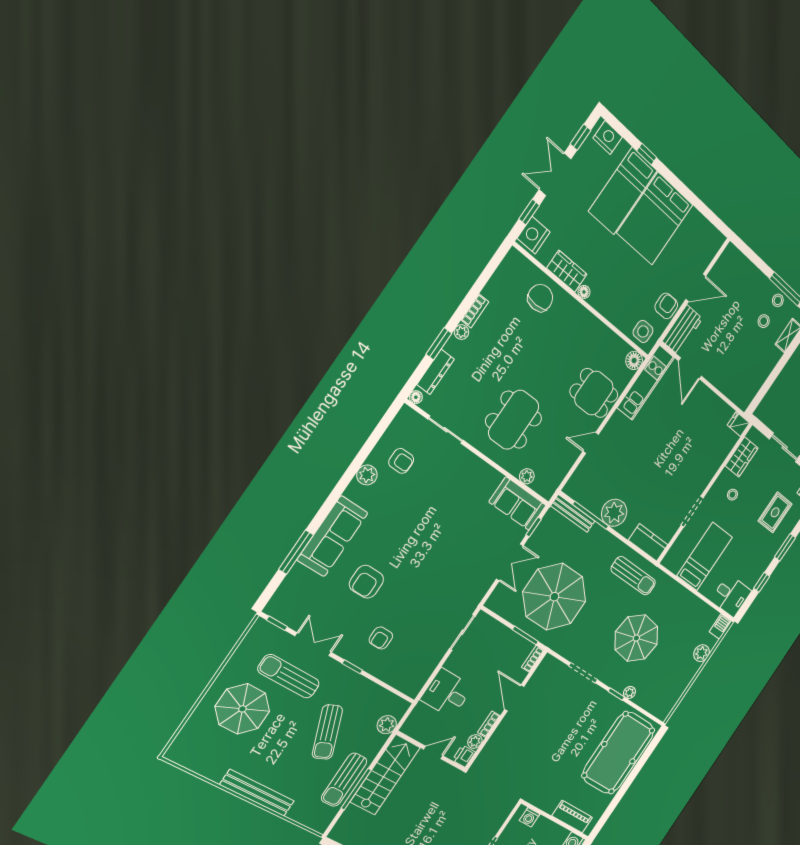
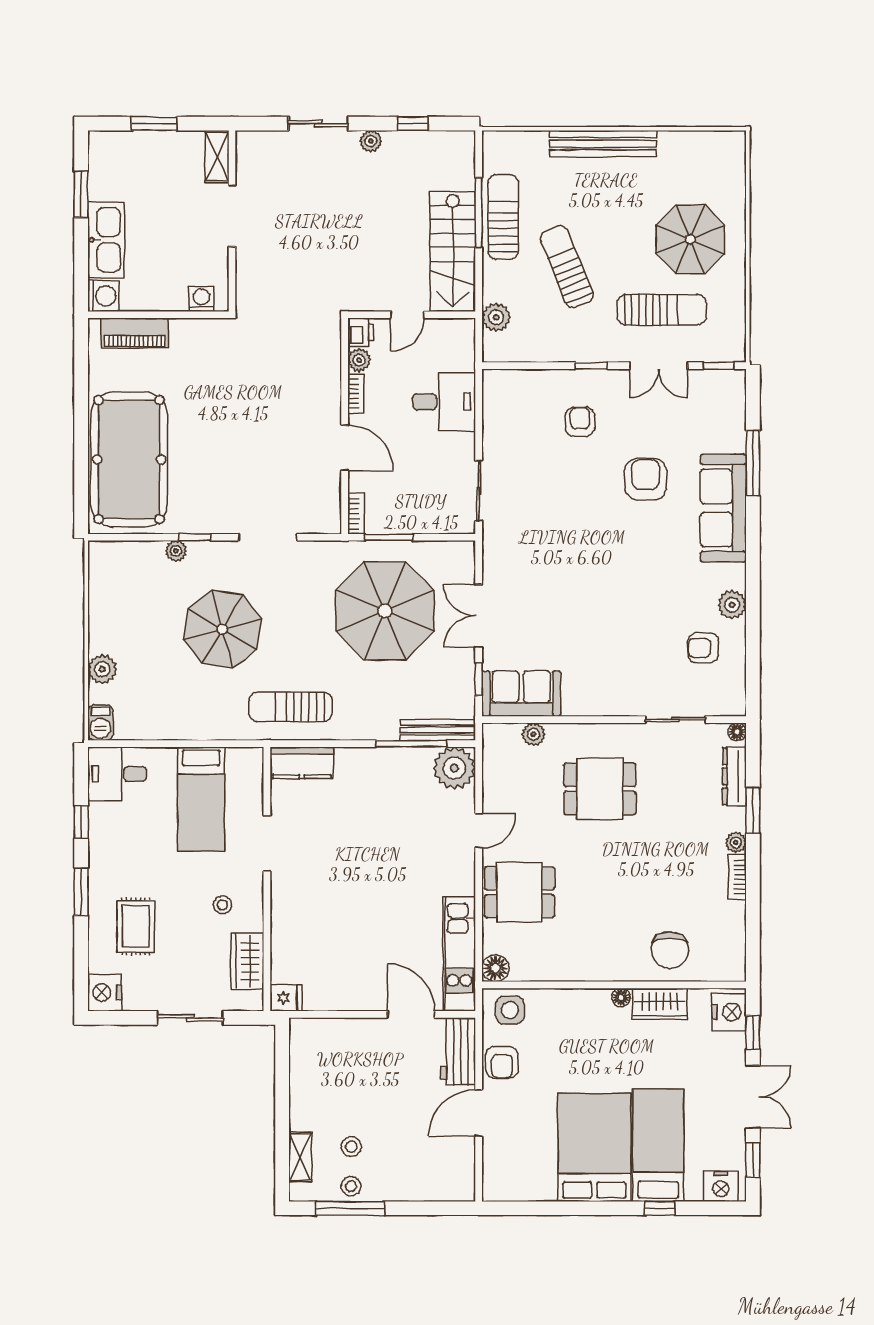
dining table: (514, 420) -> (600, 789), width x0.73
plant: (614, 513) -> (454, 768), moved

